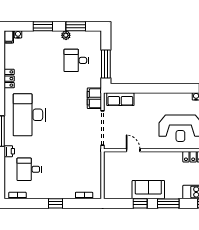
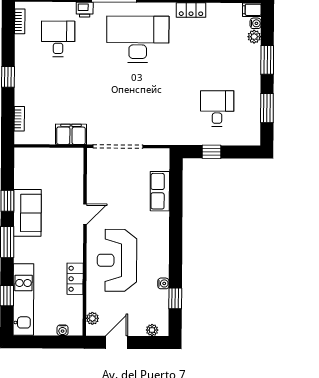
plant: (66, 35) -> (254, 37), moved
window: (106, 64) -> (211, 152), width x0.46
filing cabinet: (94, 98) -> (71, 134), moved
row of seats: (120, 99) -> (160, 191), moved
door: (133, 150) -> (85, 214), moved

